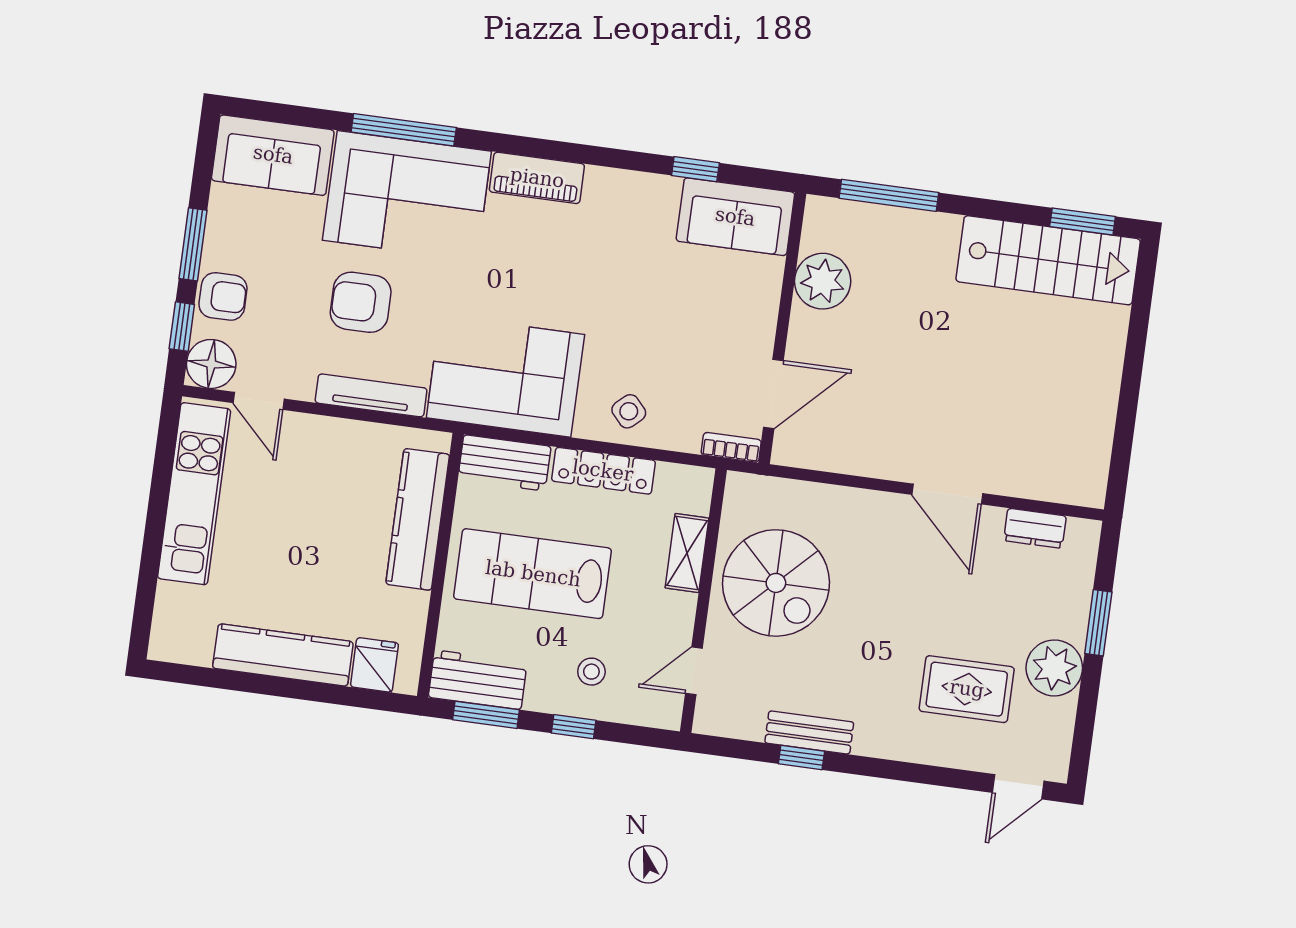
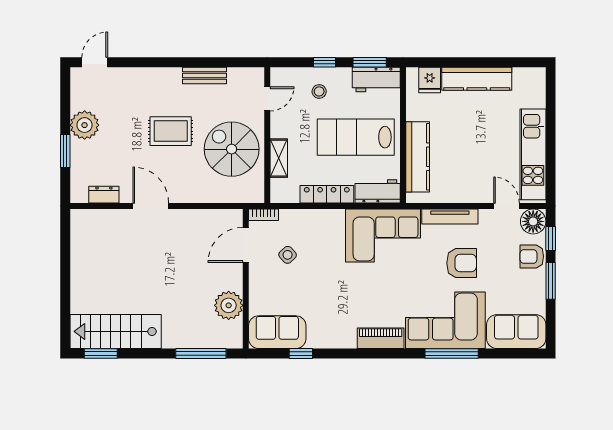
side table: (629, 411) -> (288, 255), moved
lab bench: (533, 574) -> (356, 137), turned 180
rug: (967, 689) -> (171, 131), moved
window: (801, 757) -> (207, 62), removed

